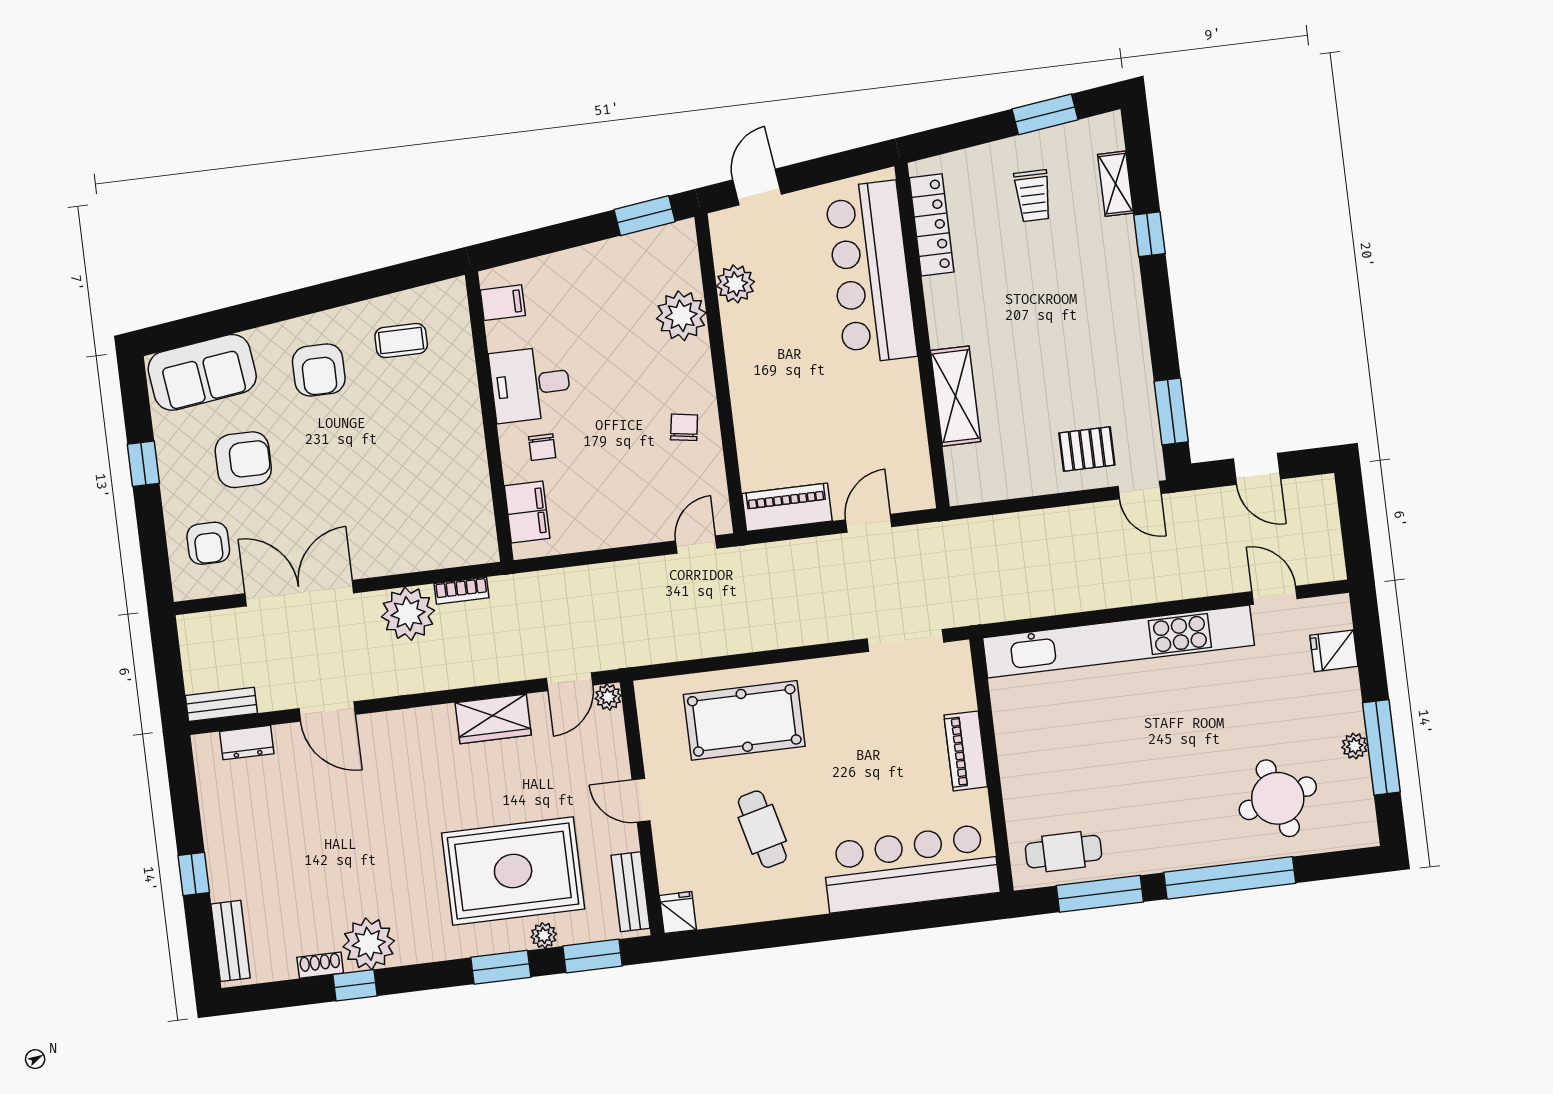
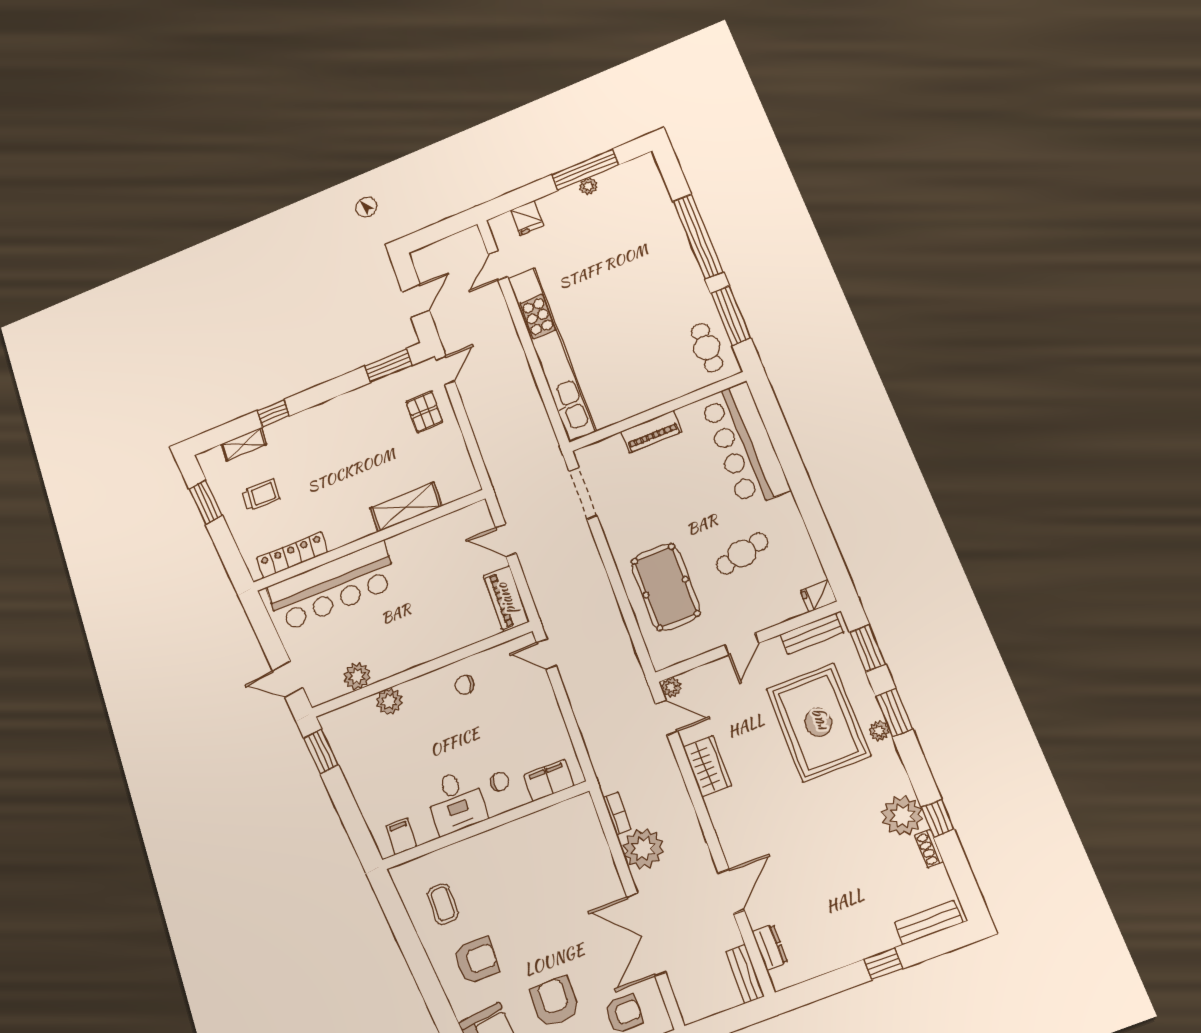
plant: (681, 316) -> (389, 701), width x0.73, depth x0.73
round table: (1278, 798) -> (636, 223), removed
plant: (544, 935) -> (879, 731), moved

